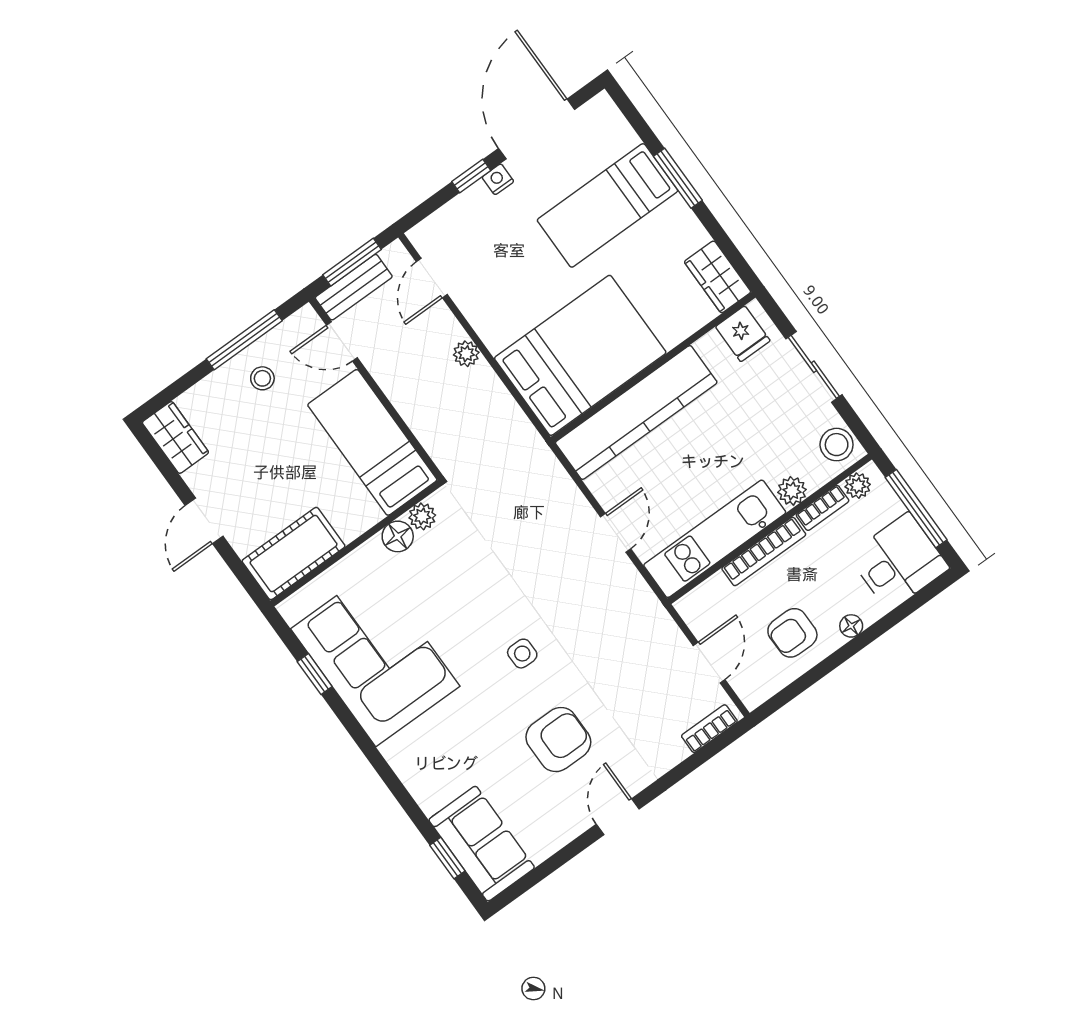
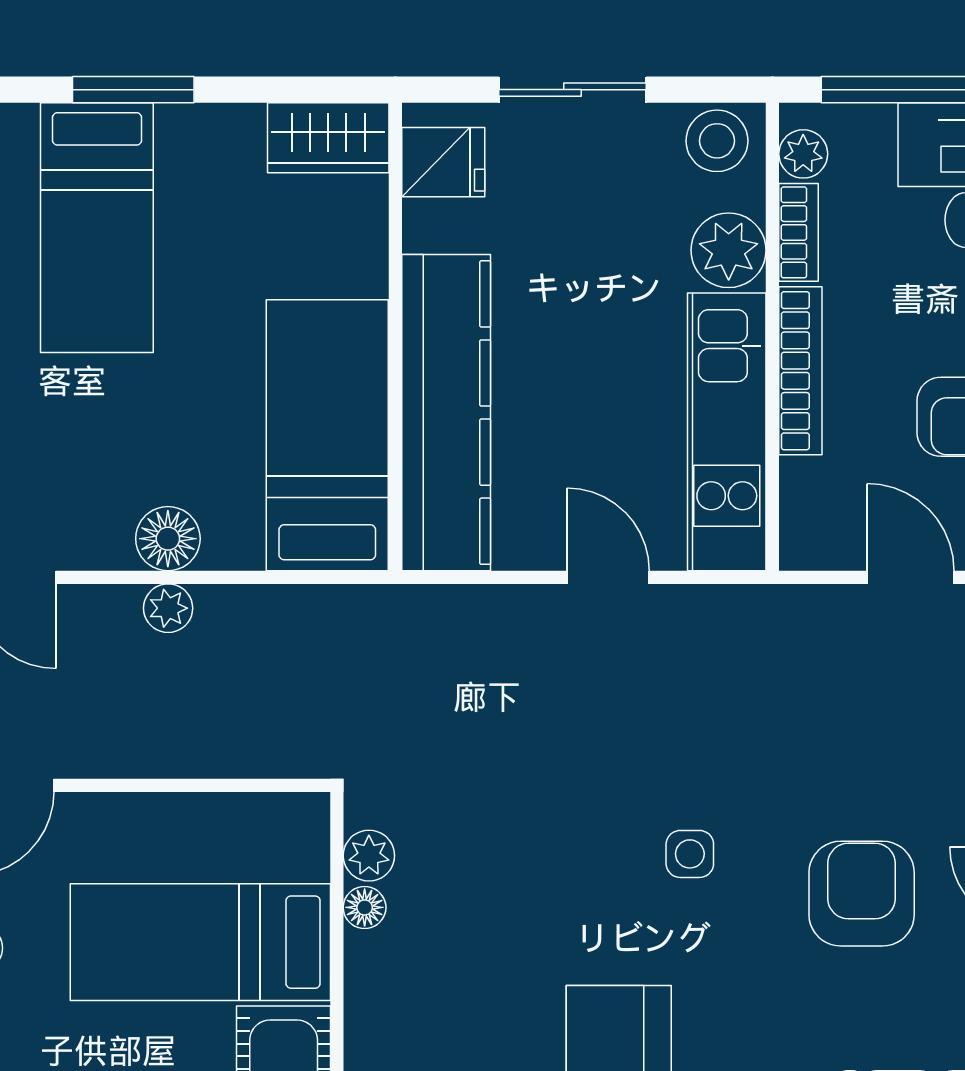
floor lamp: (496, 332) -> (168, 539), added
bed: (580, 355) -> (327, 435), width x0.67
bed: (372, 442) -> (200, 942), moved
plant: (792, 491) -> (729, 250), width x1.38, depth x1.38
floor lamp: (398, 536) -> (365, 907), width x0.73, depth x0.73

